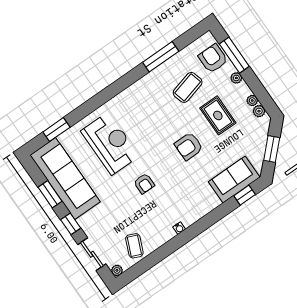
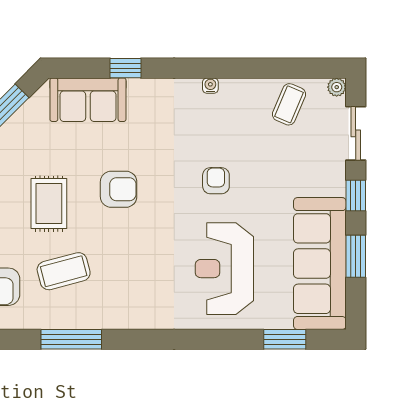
window: (245, 195) -> (125, 68), moved

